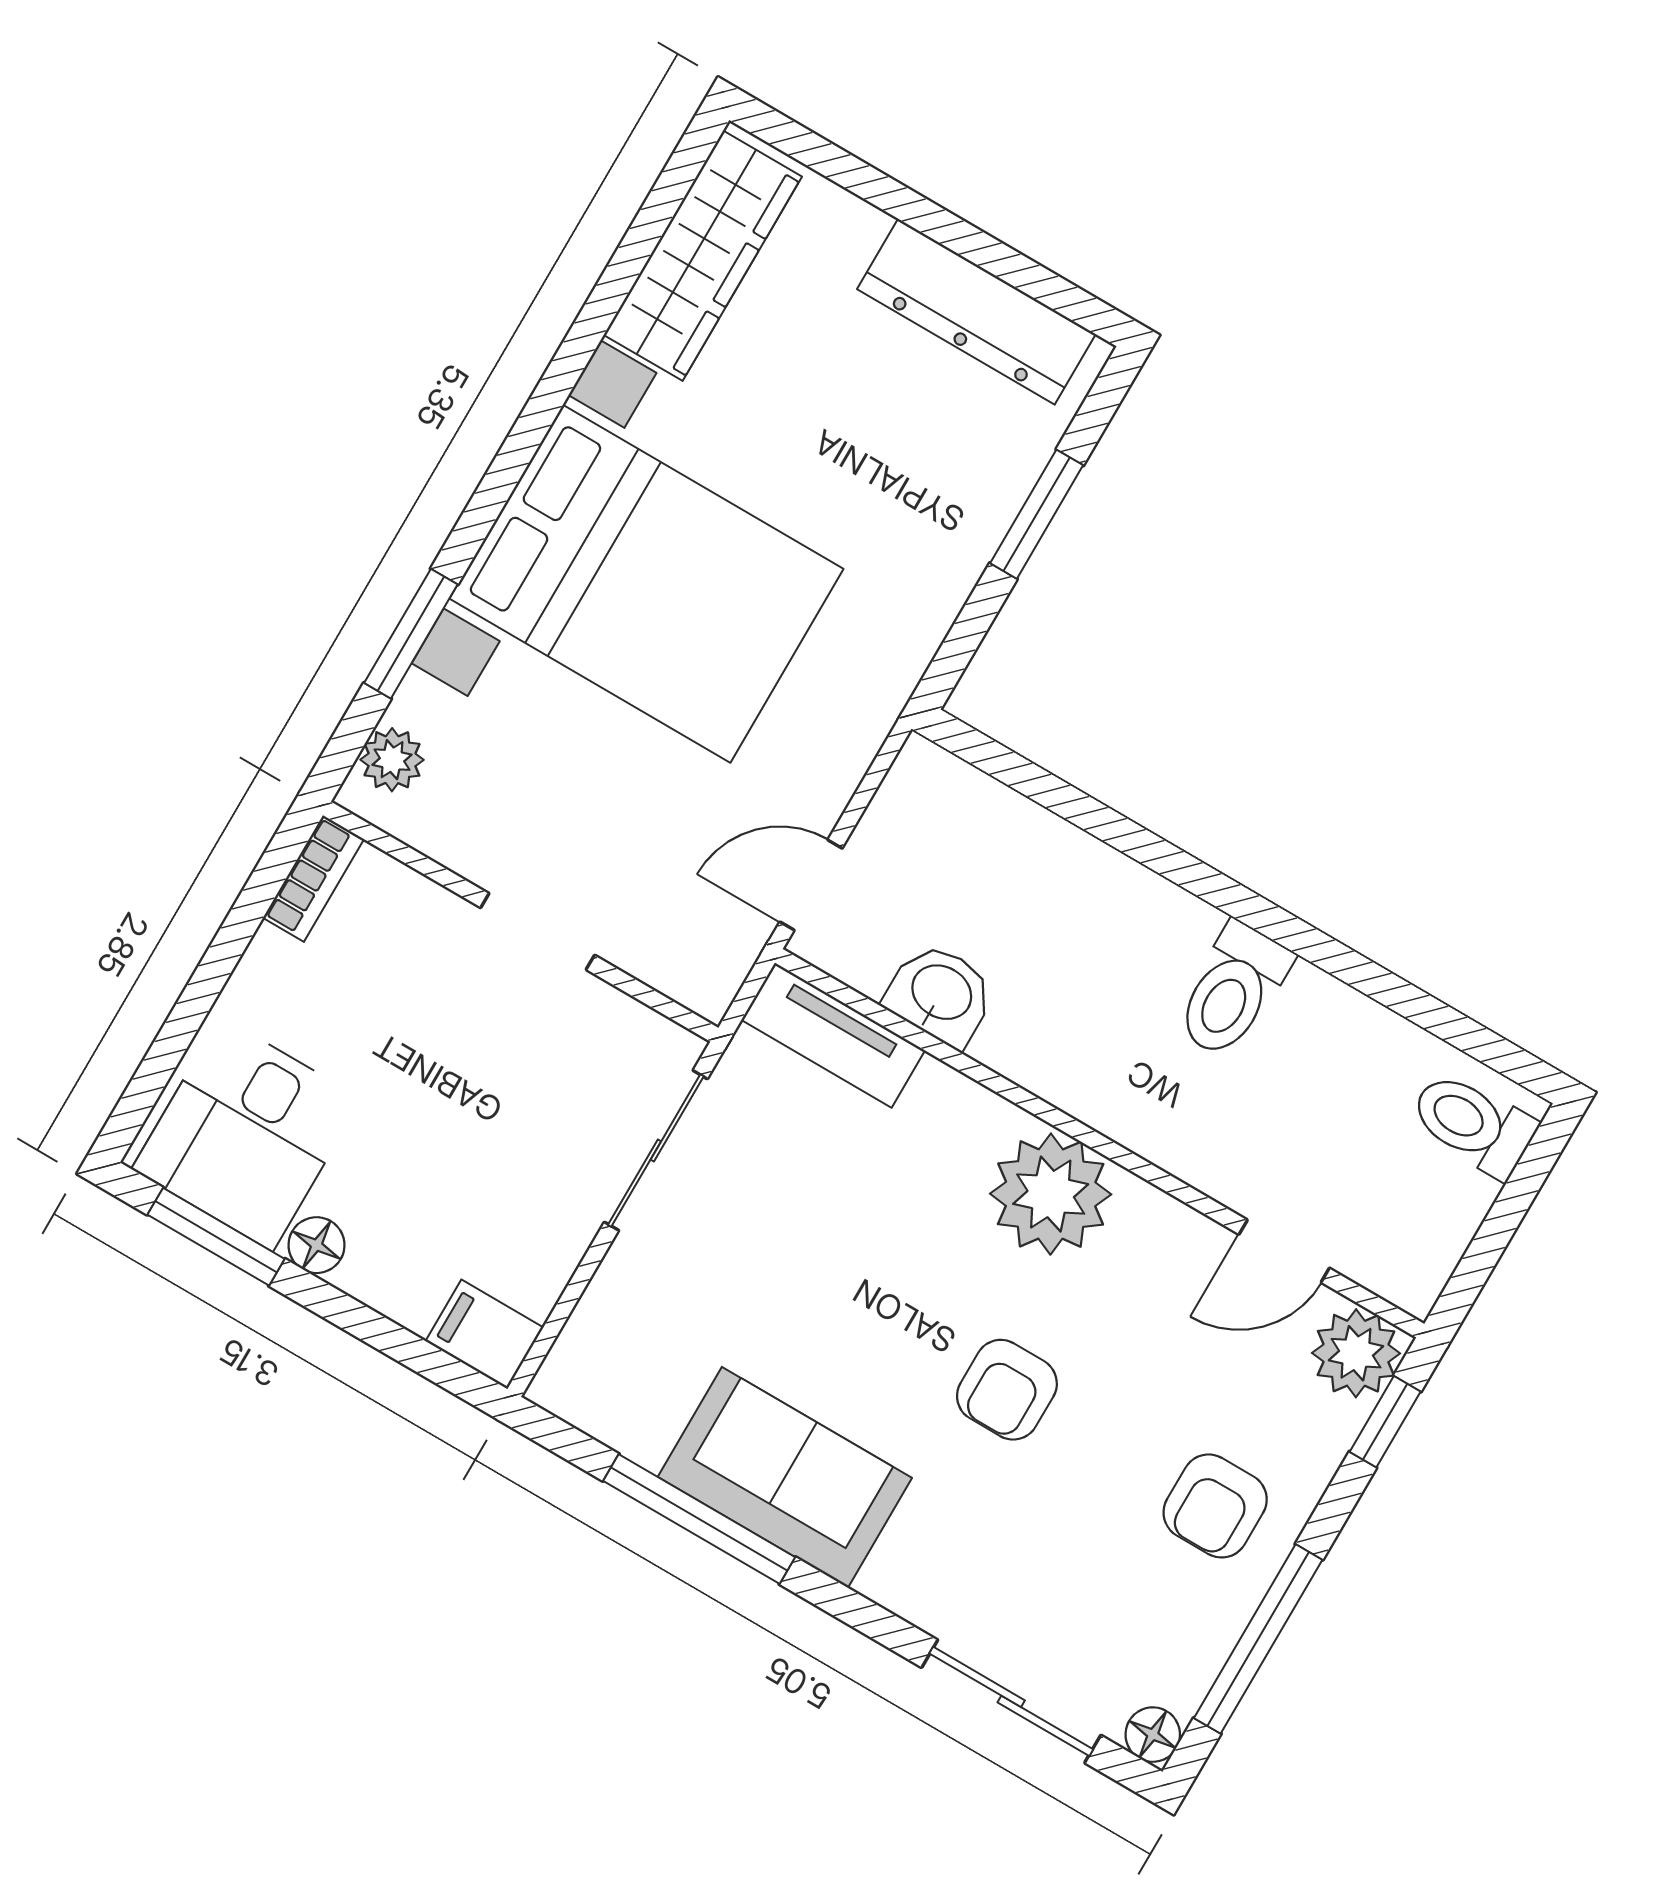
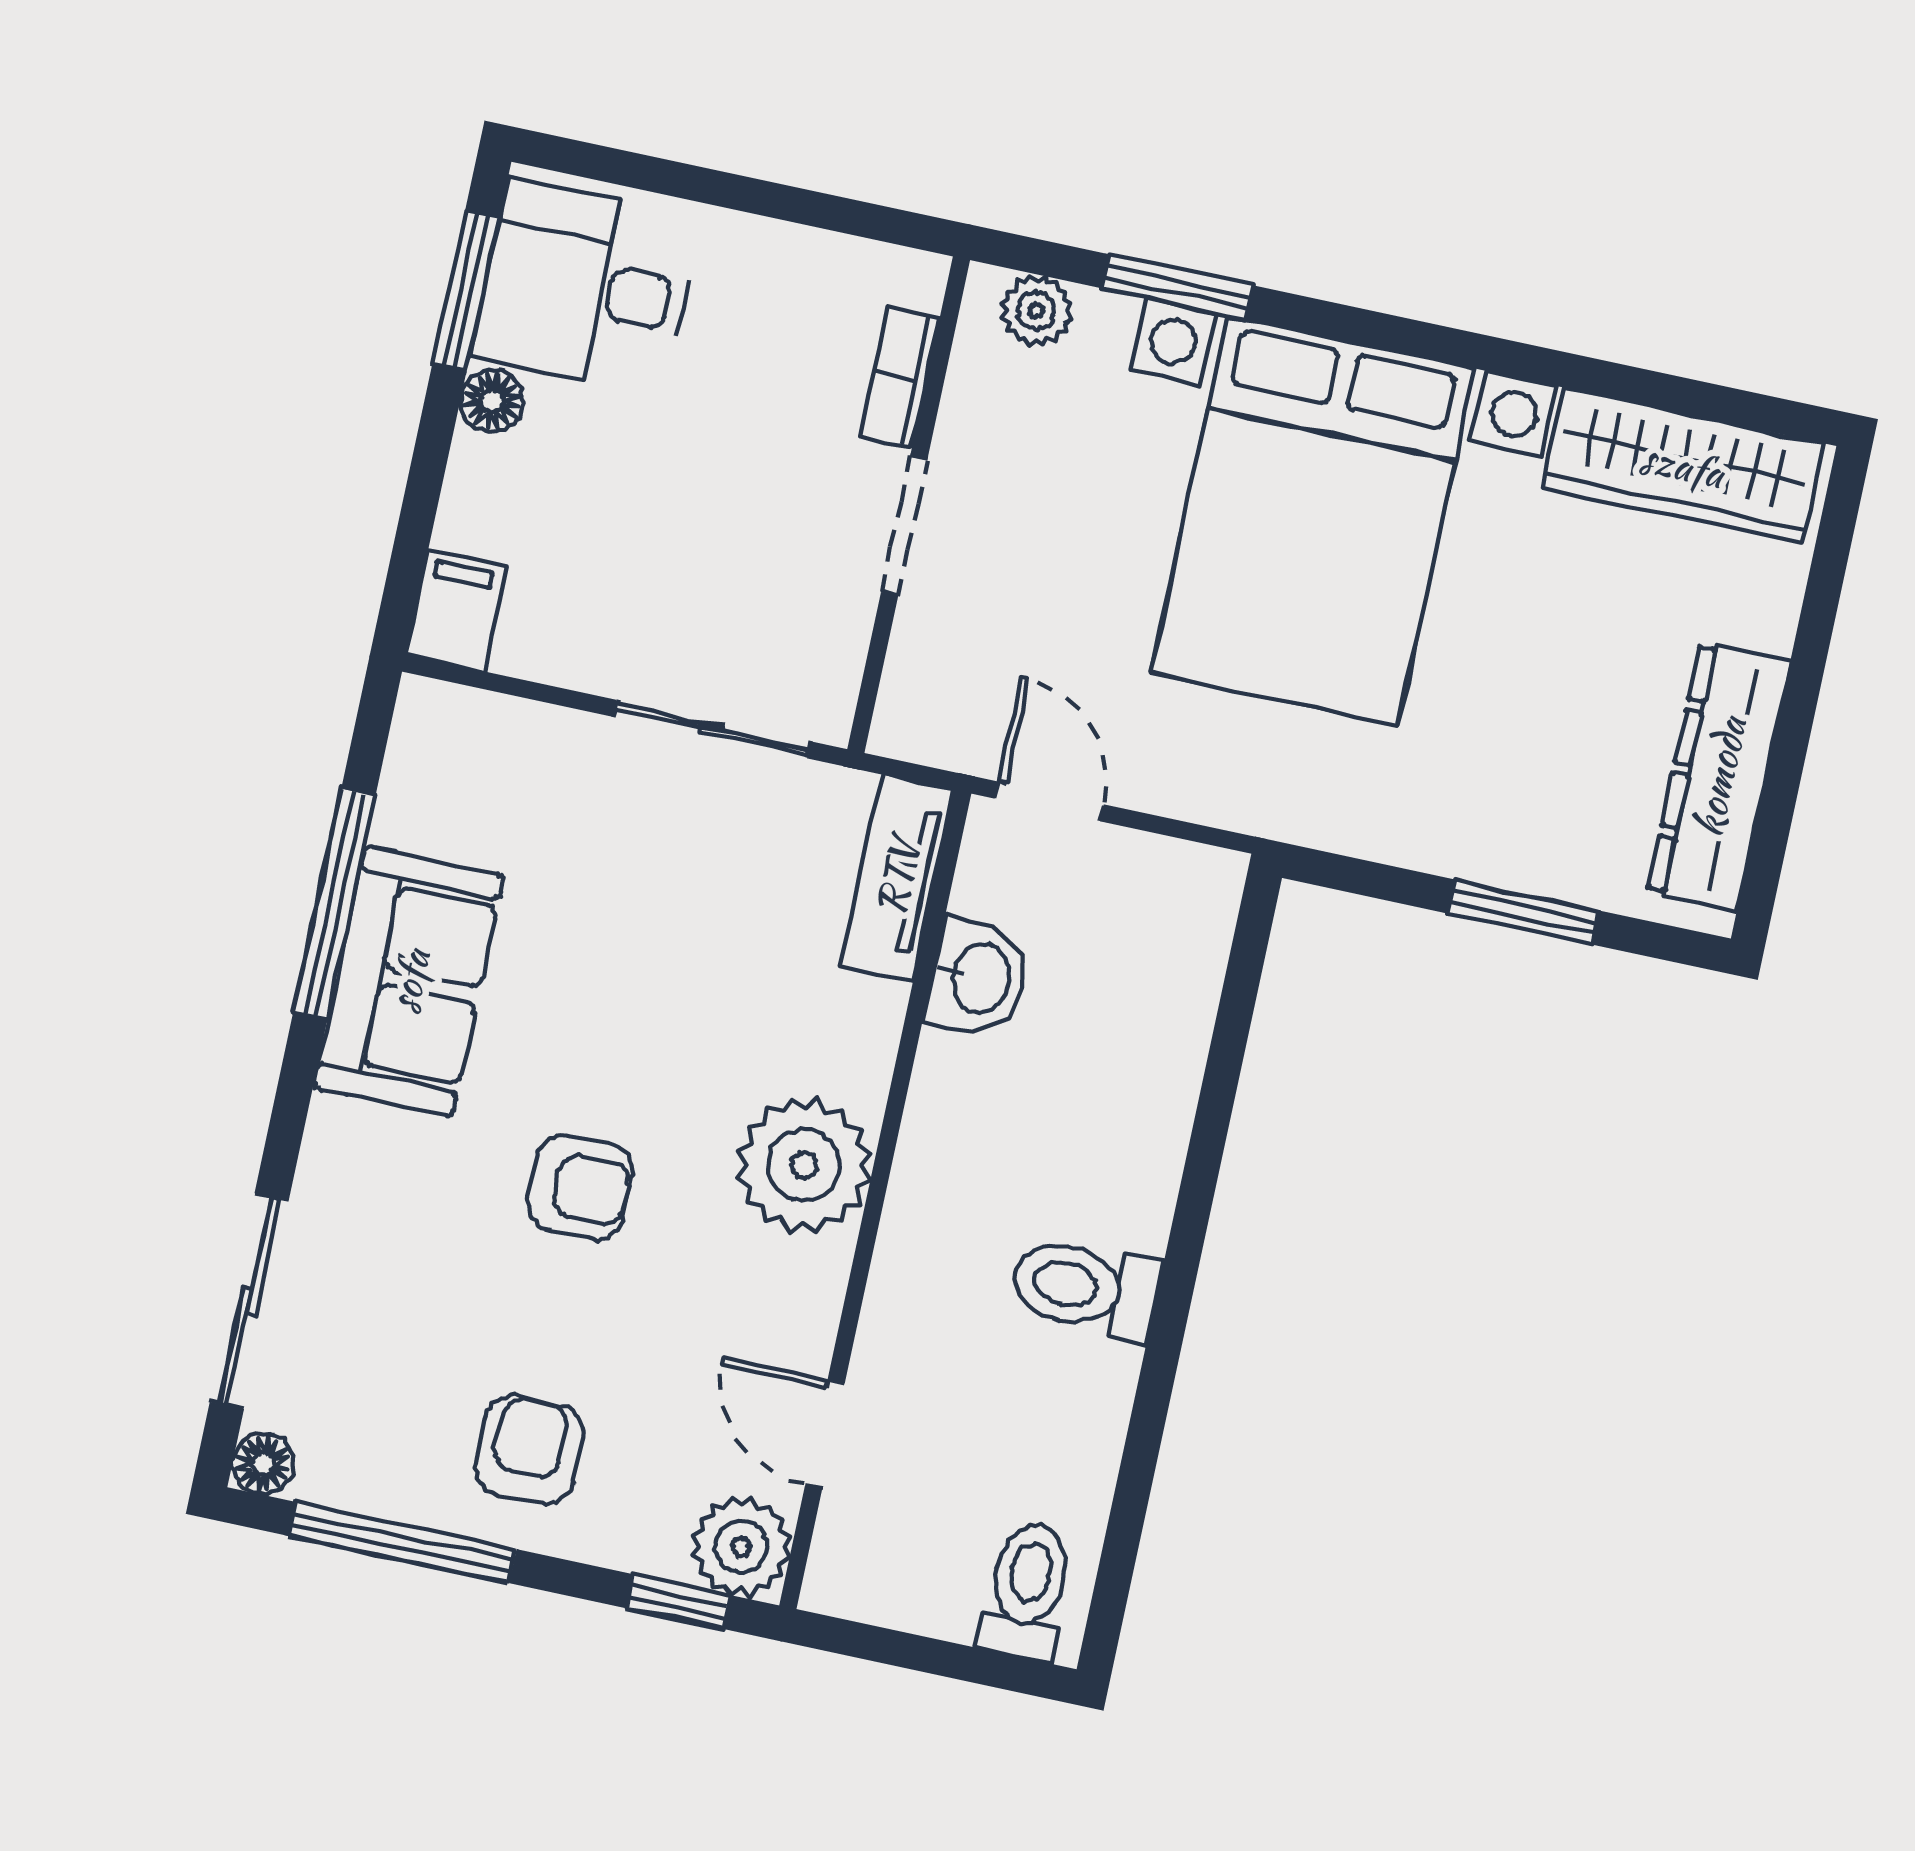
bookcase: (313, 878) -> (900, 377), moved, turned 90
armchair: (1007, 1390) -> (580, 1187), turned 180
armchair: (1215, 1506) -> (529, 1450), turned 90

